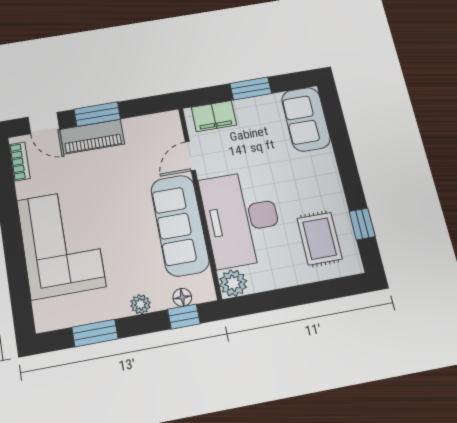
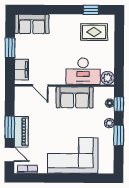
door: (44, 123) -> (9, 154), hinge flipped
desk: (242, 218) -> (83, 71), width x0.73, depth x0.77
sofa: (180, 225) -> (75, 97), width x0.73
window: (95, 333) -> (119, 135), moved

